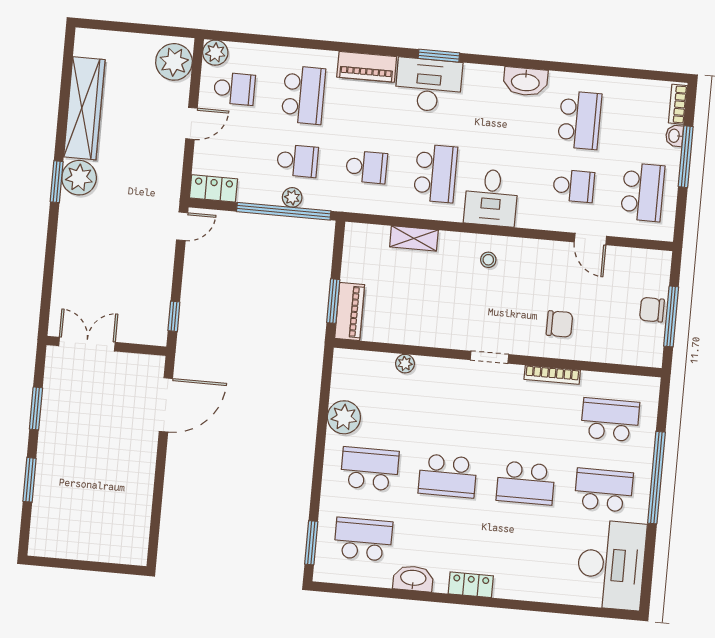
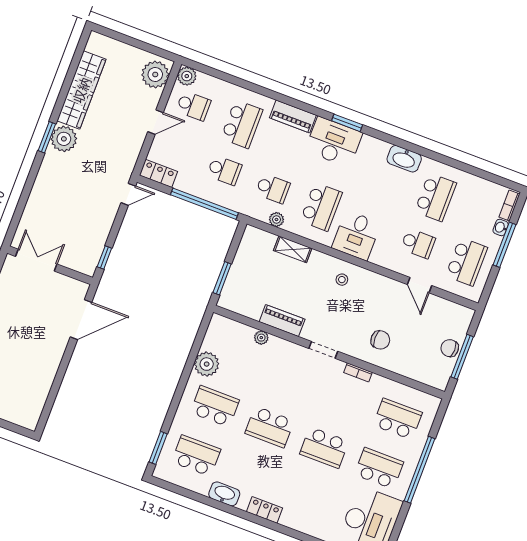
plant: (292, 197) -> (276, 219), moved
piano: (350, 311) -> (282, 320), moved, turned -90
bookcase: (552, 375) -> (358, 372), width x0.64

